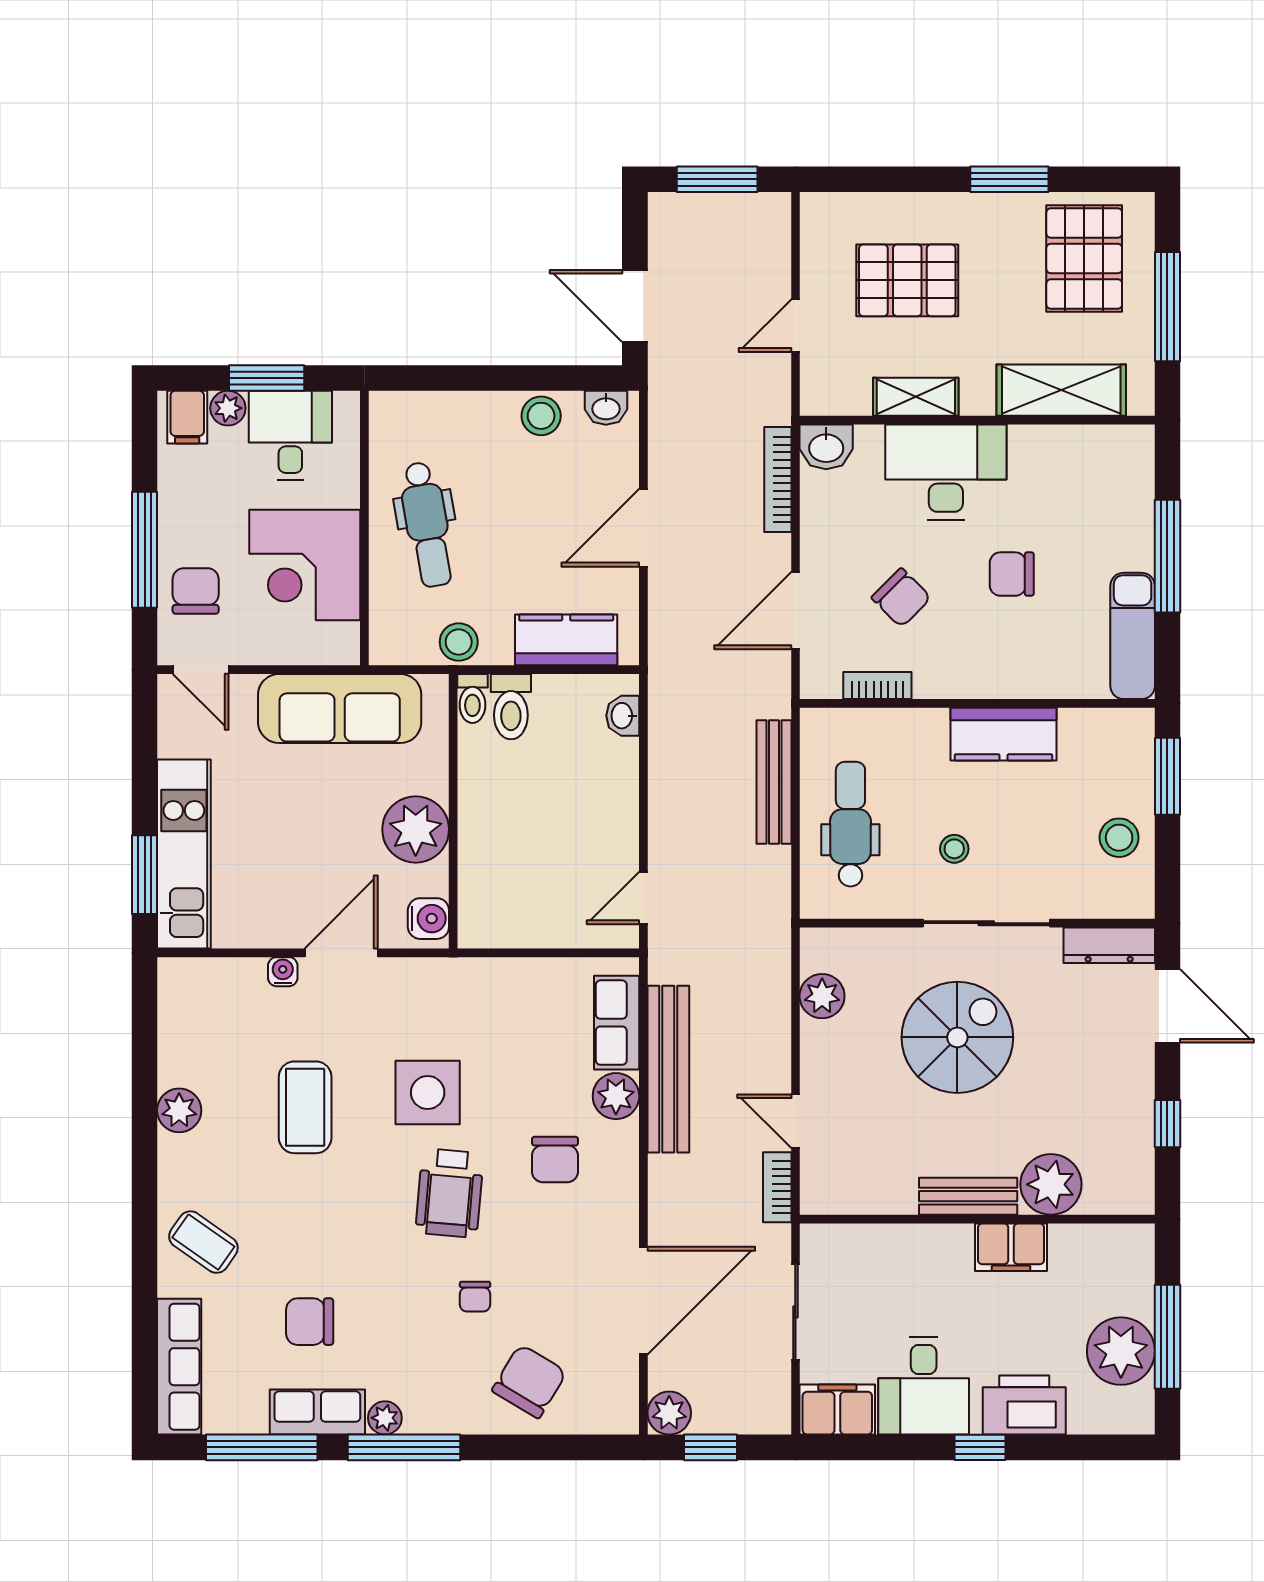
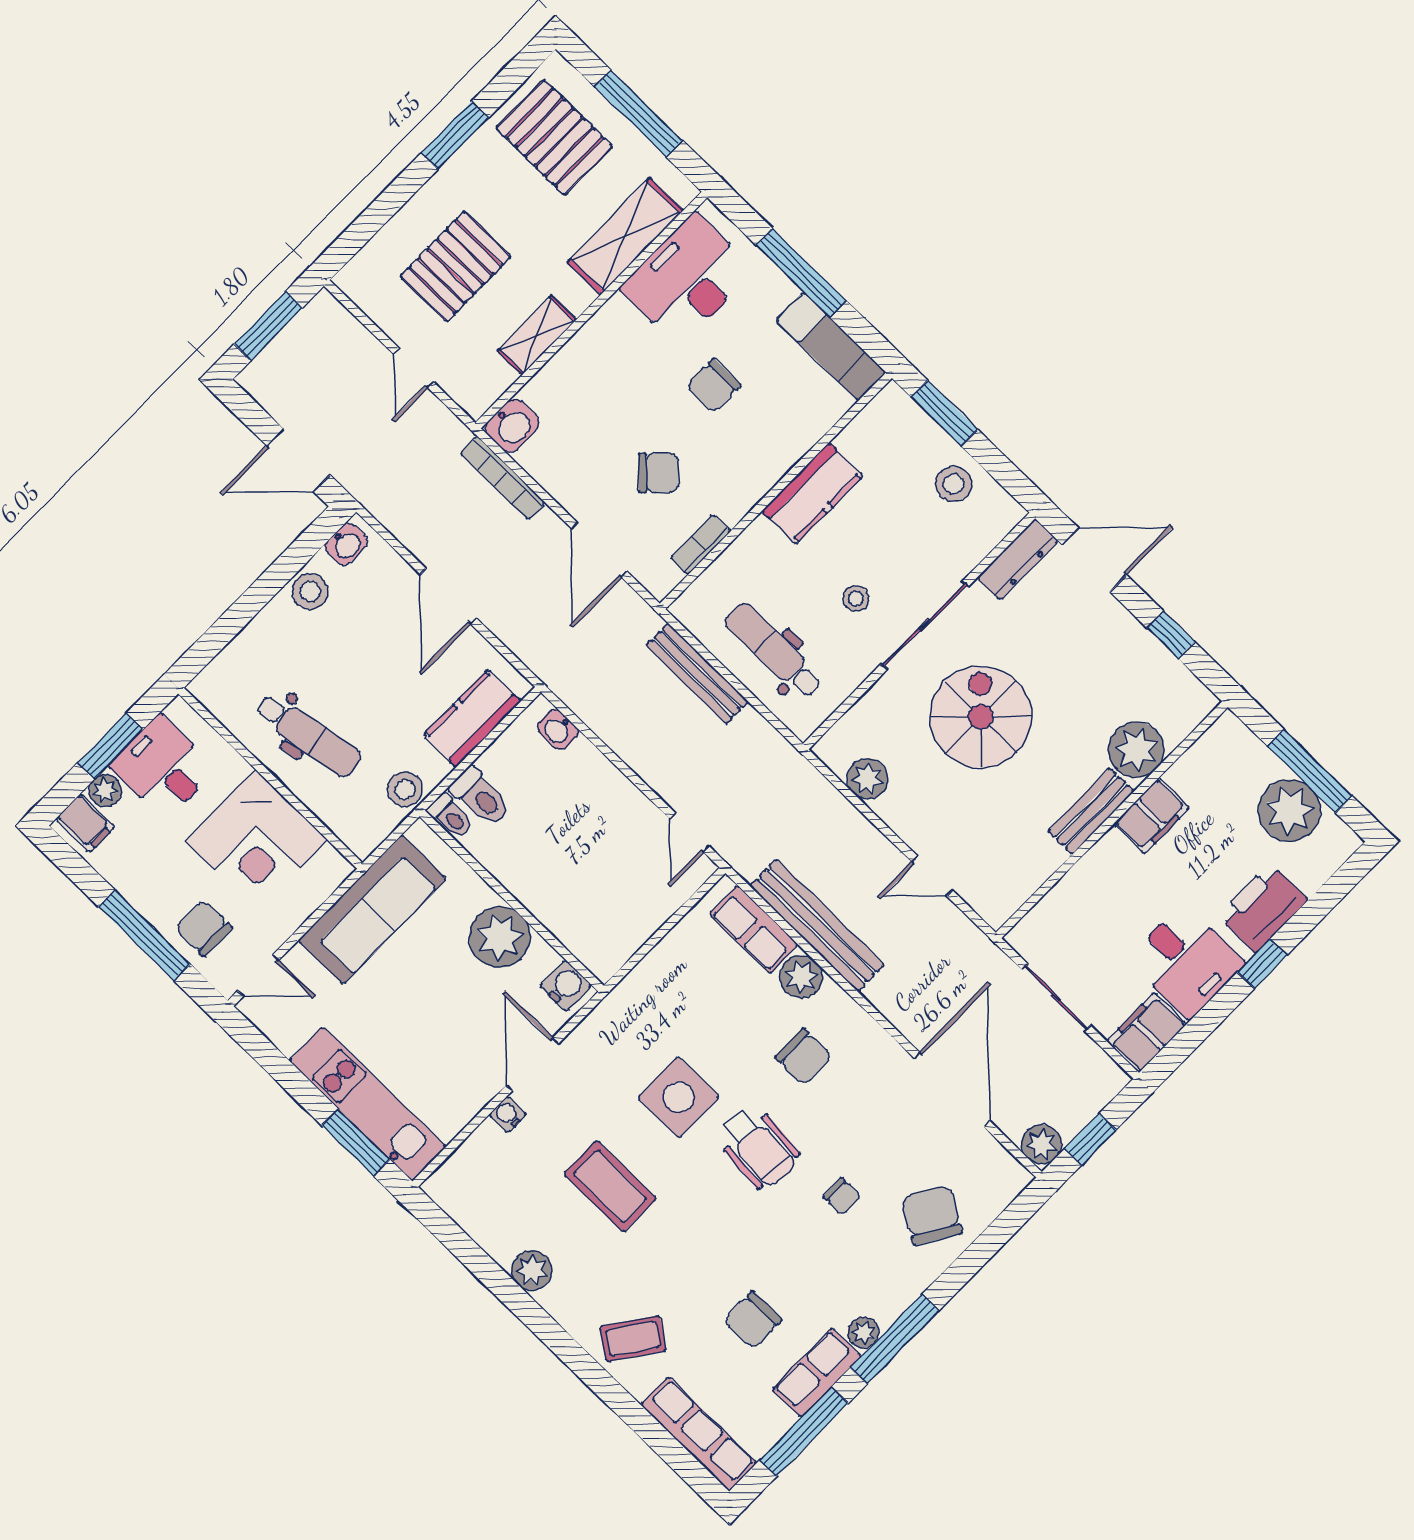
desk: (946, 472) -> (688, 279), moved
bookcase: (777, 1187) -> (963, 930), removed

